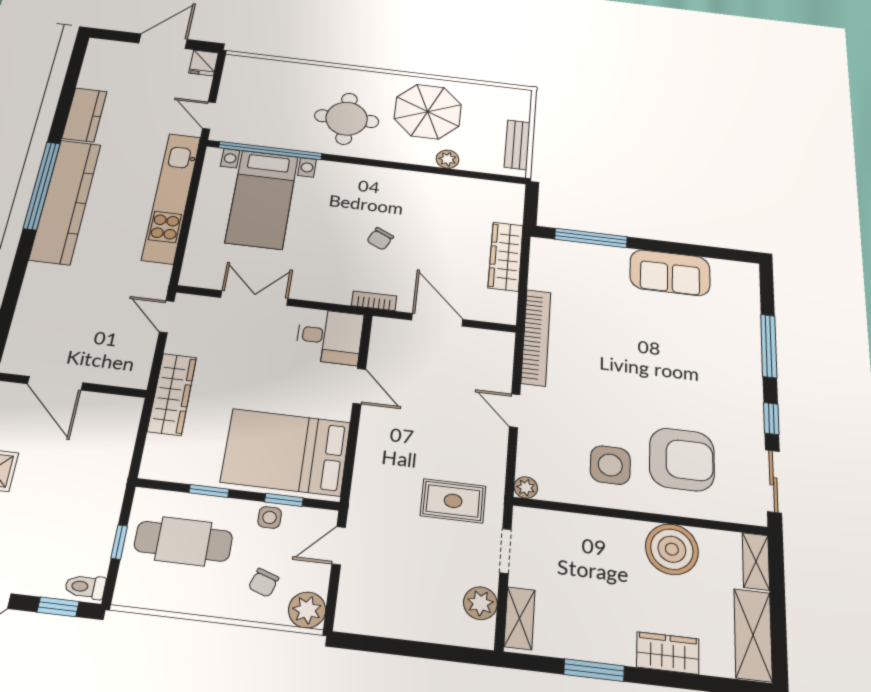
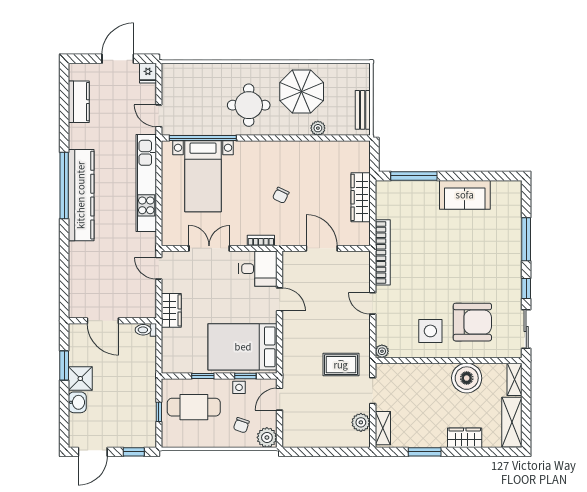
kitchen counter: (85, 115) -> (79, 102), moved
bookcase: (374, 301) -> (261, 240), moved
wardrobe: (172, 394) -> (171, 310), width x0.67
toilet: (85, 587) -> (146, 330), moved

